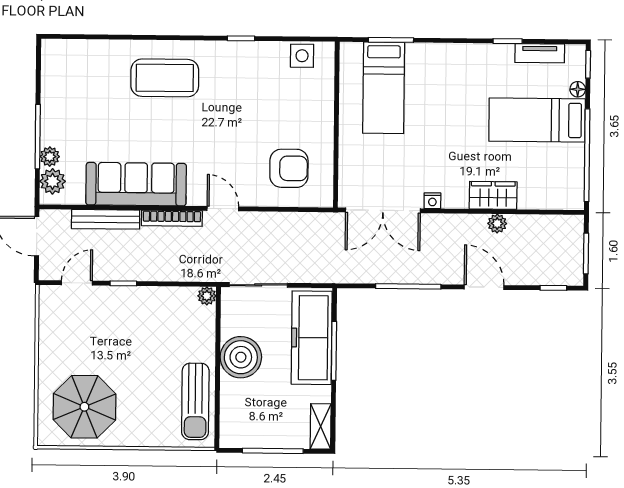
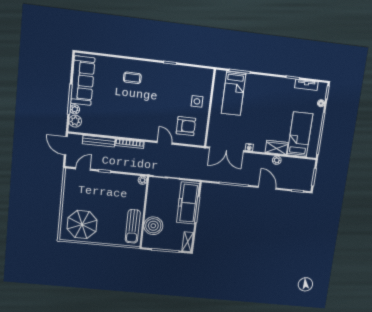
side table: (302, 56) -> (197, 101), moved
coffee table: (165, 78) -> (132, 78), width x0.54, depth x0.58
bed: (537, 120) -> (300, 134), moved, turned 90
sofa: (136, 184) -> (83, 81), moved, turned 90
door: (223, 209) -> (165, 143), moved
boiler: (241, 357) -> (153, 226), moved

